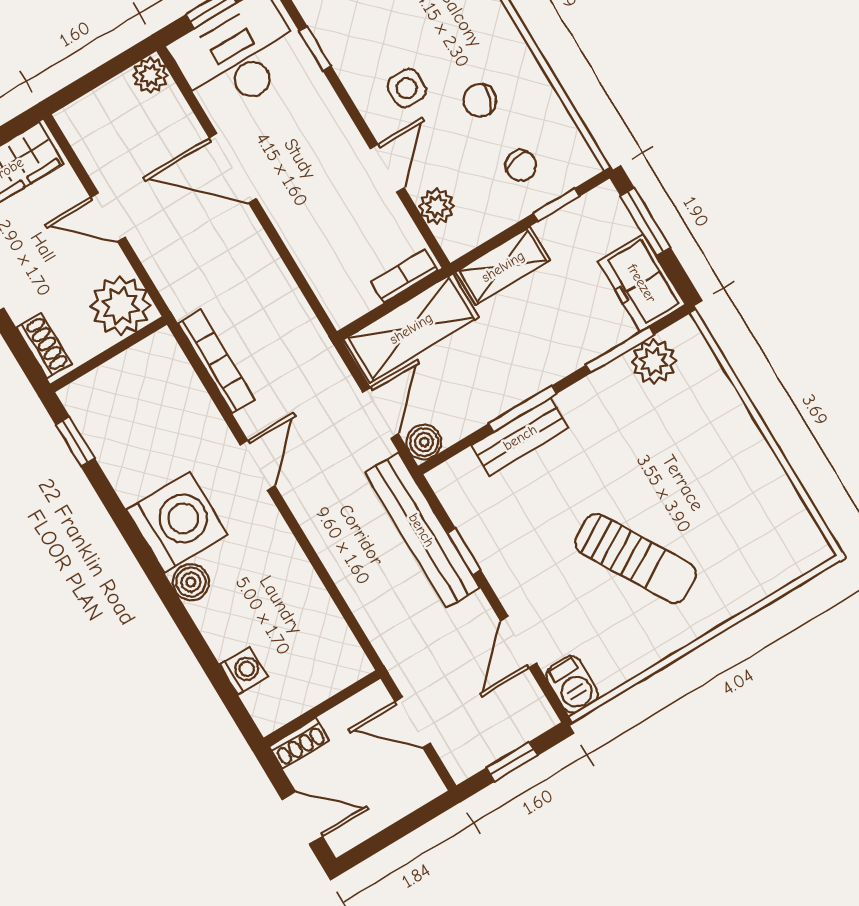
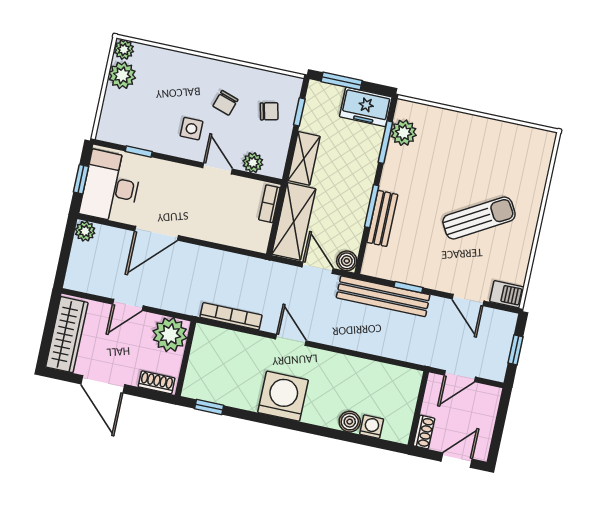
boiler: (191, 582) -> (350, 422), moved

